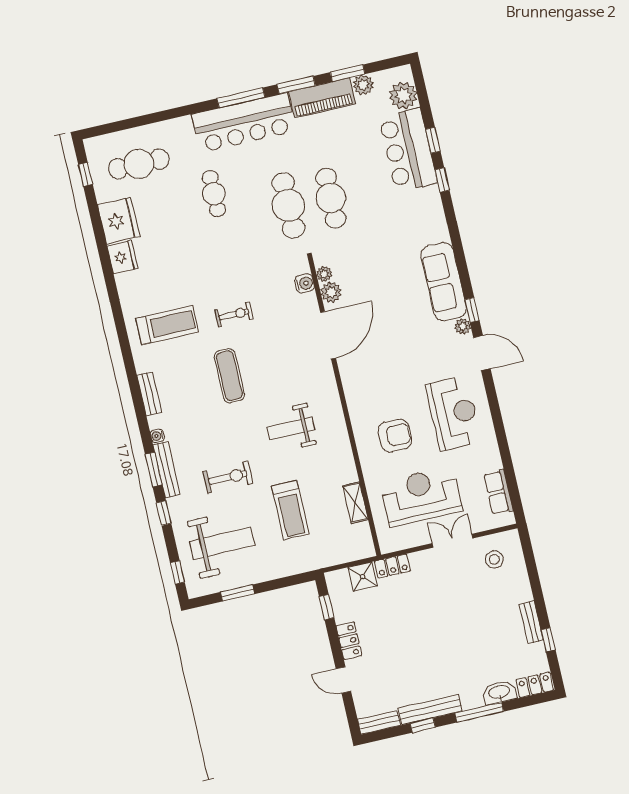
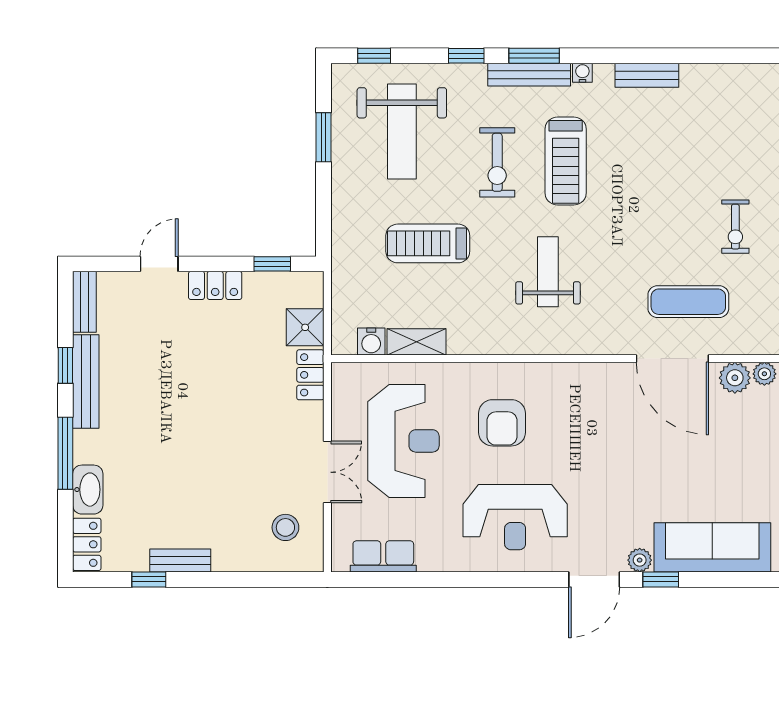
water cooler: (305, 283) -> (371, 342), moved
treadmill: (167, 325) -> (566, 161), moved
exercise mat: (229, 376) -> (688, 302), moved

